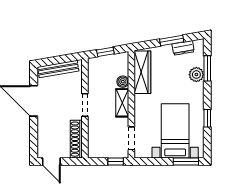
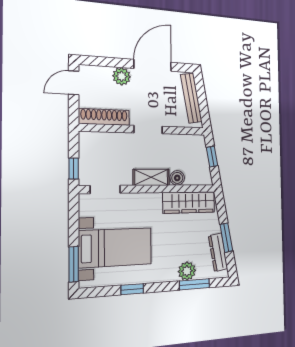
dresser: (183, 48) -> (218, 252), width x1.44
plant: (44, 126) -> (122, 76), added

